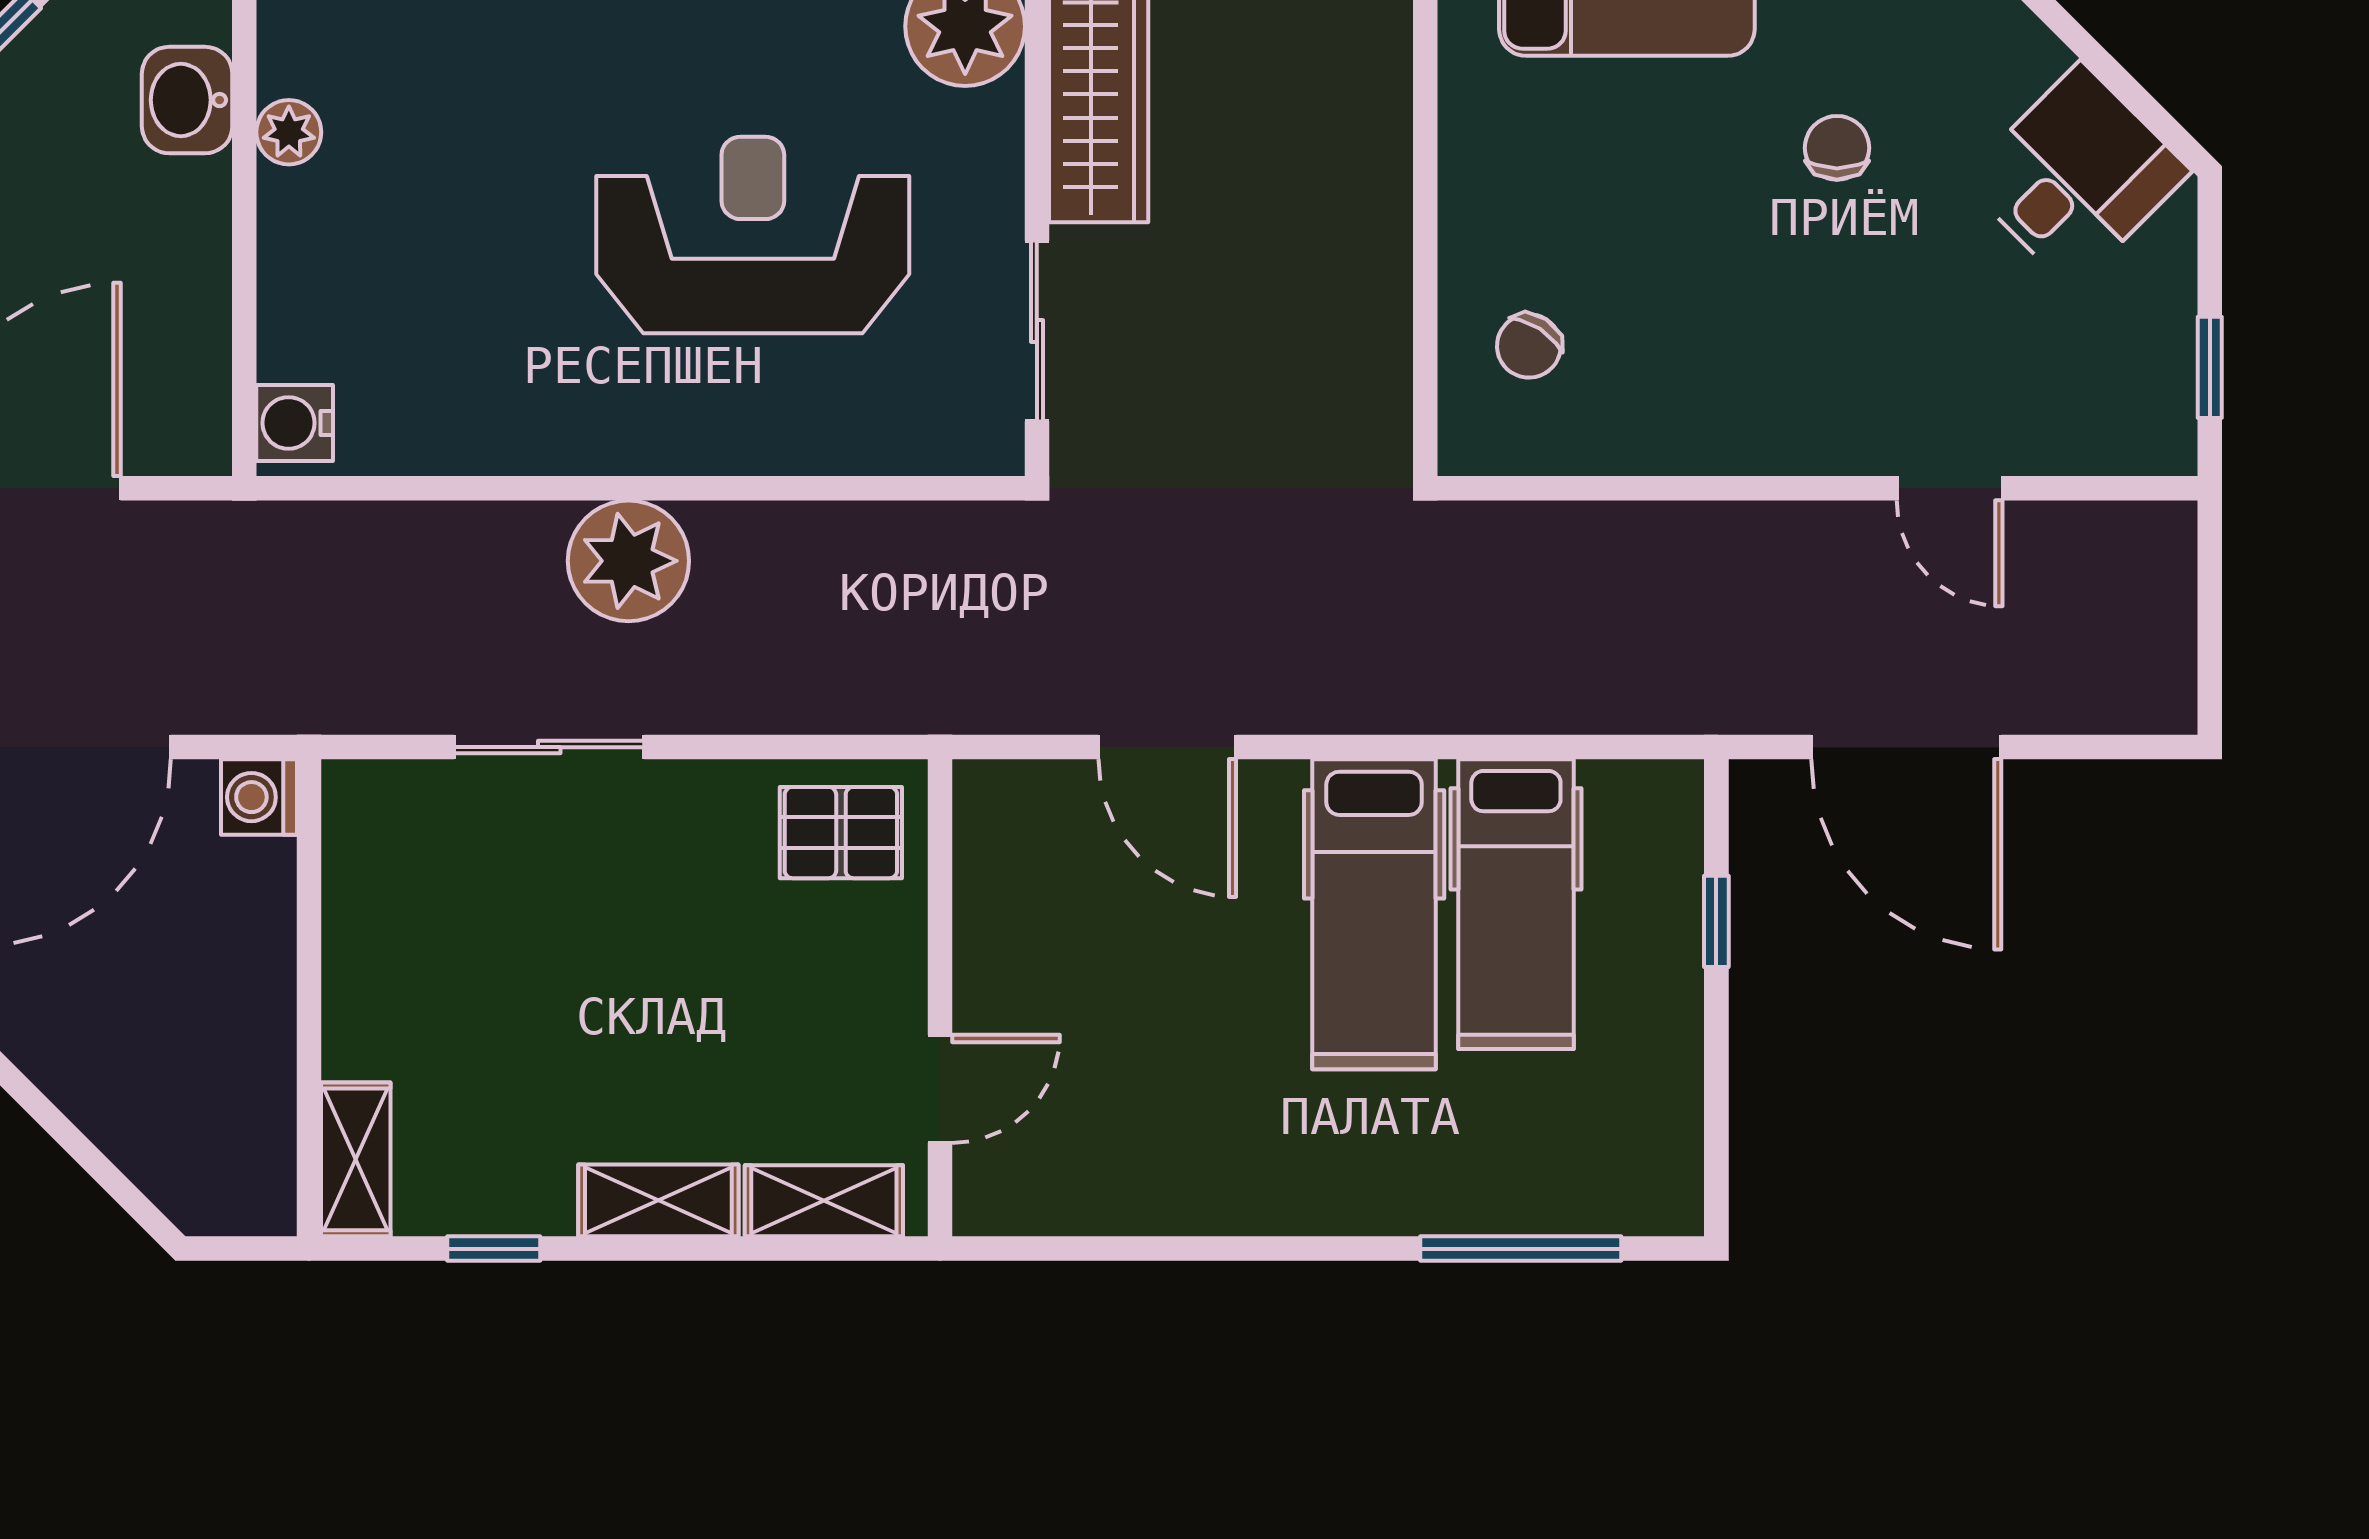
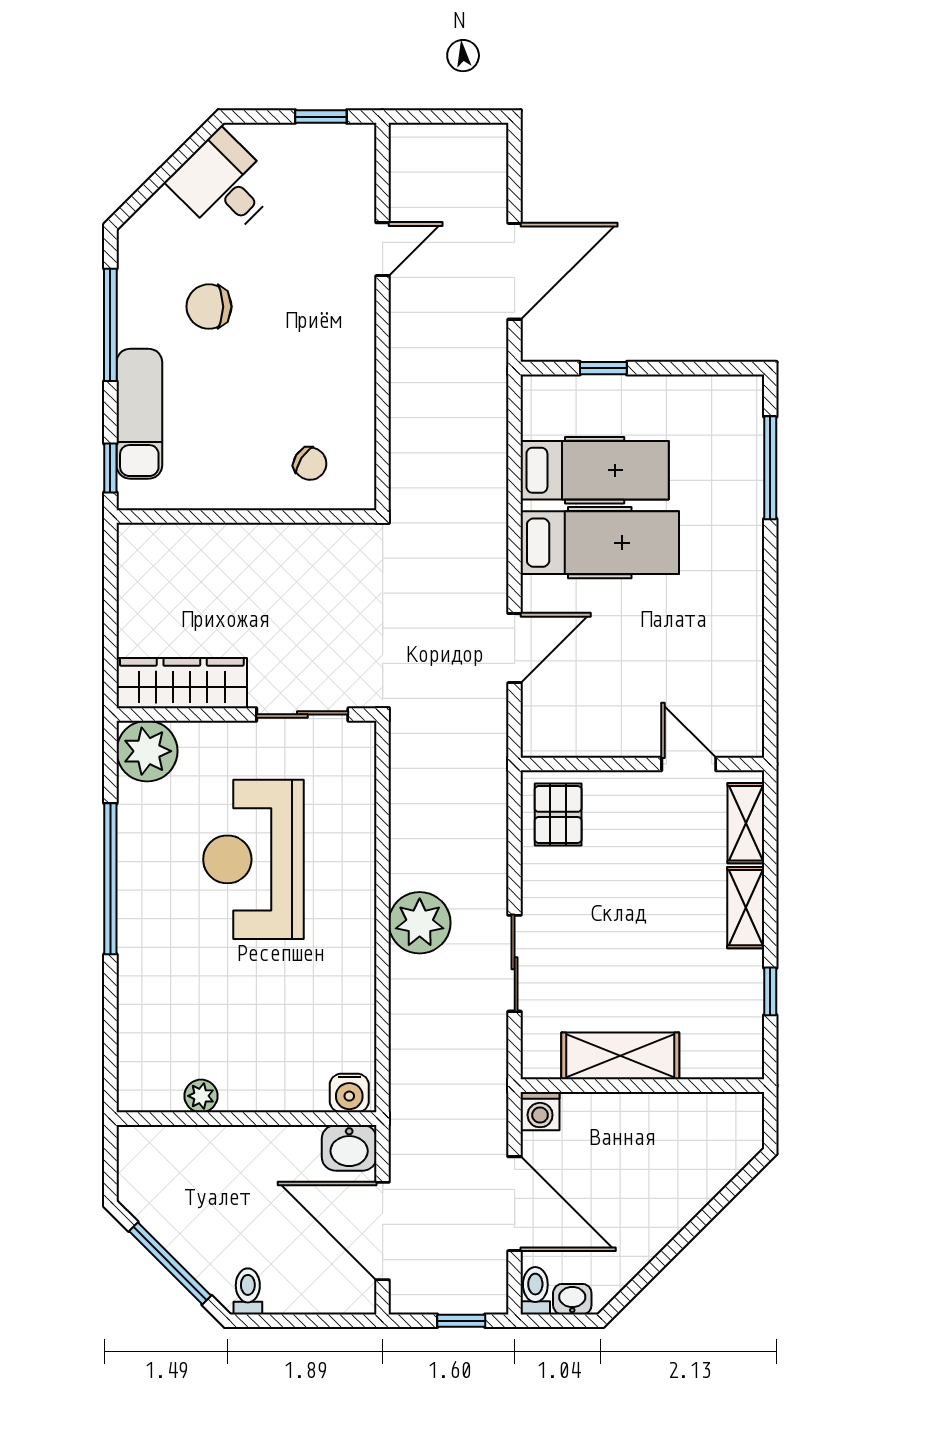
washbasin: (187, 100) -> (349, 1148), moved
chair: (1837, 148) -> (209, 307), width x1.37, depth x1.37
shelving: (356, 1159) -> (620, 1056), moved, width x1.50, depth x1.33

